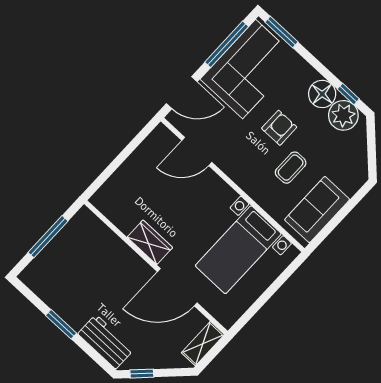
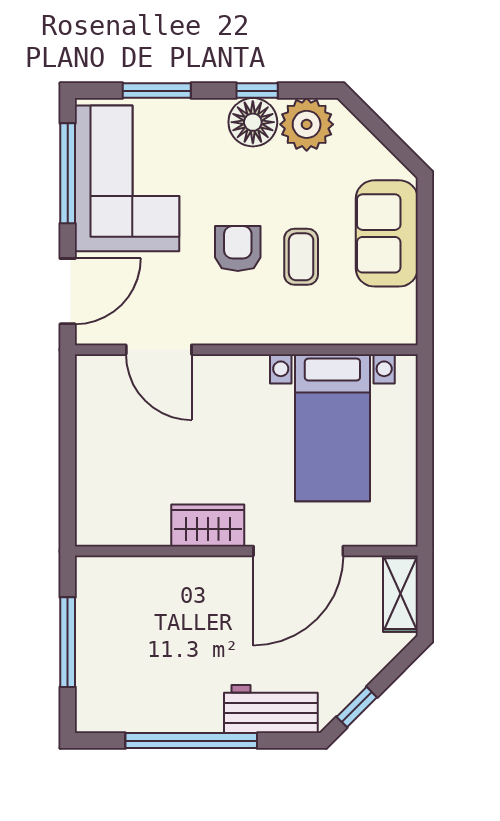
window: (282, 32) -> (157, 91), moved
window: (348, 94) -> (257, 91), moved
armchair: (279, 128) -> (238, 249), moved
door: (197, 151) -> (159, 350), hinge flipped
sofa: (317, 210) -> (387, 233), moved
window: (61, 324) -> (191, 741), width x2.11

